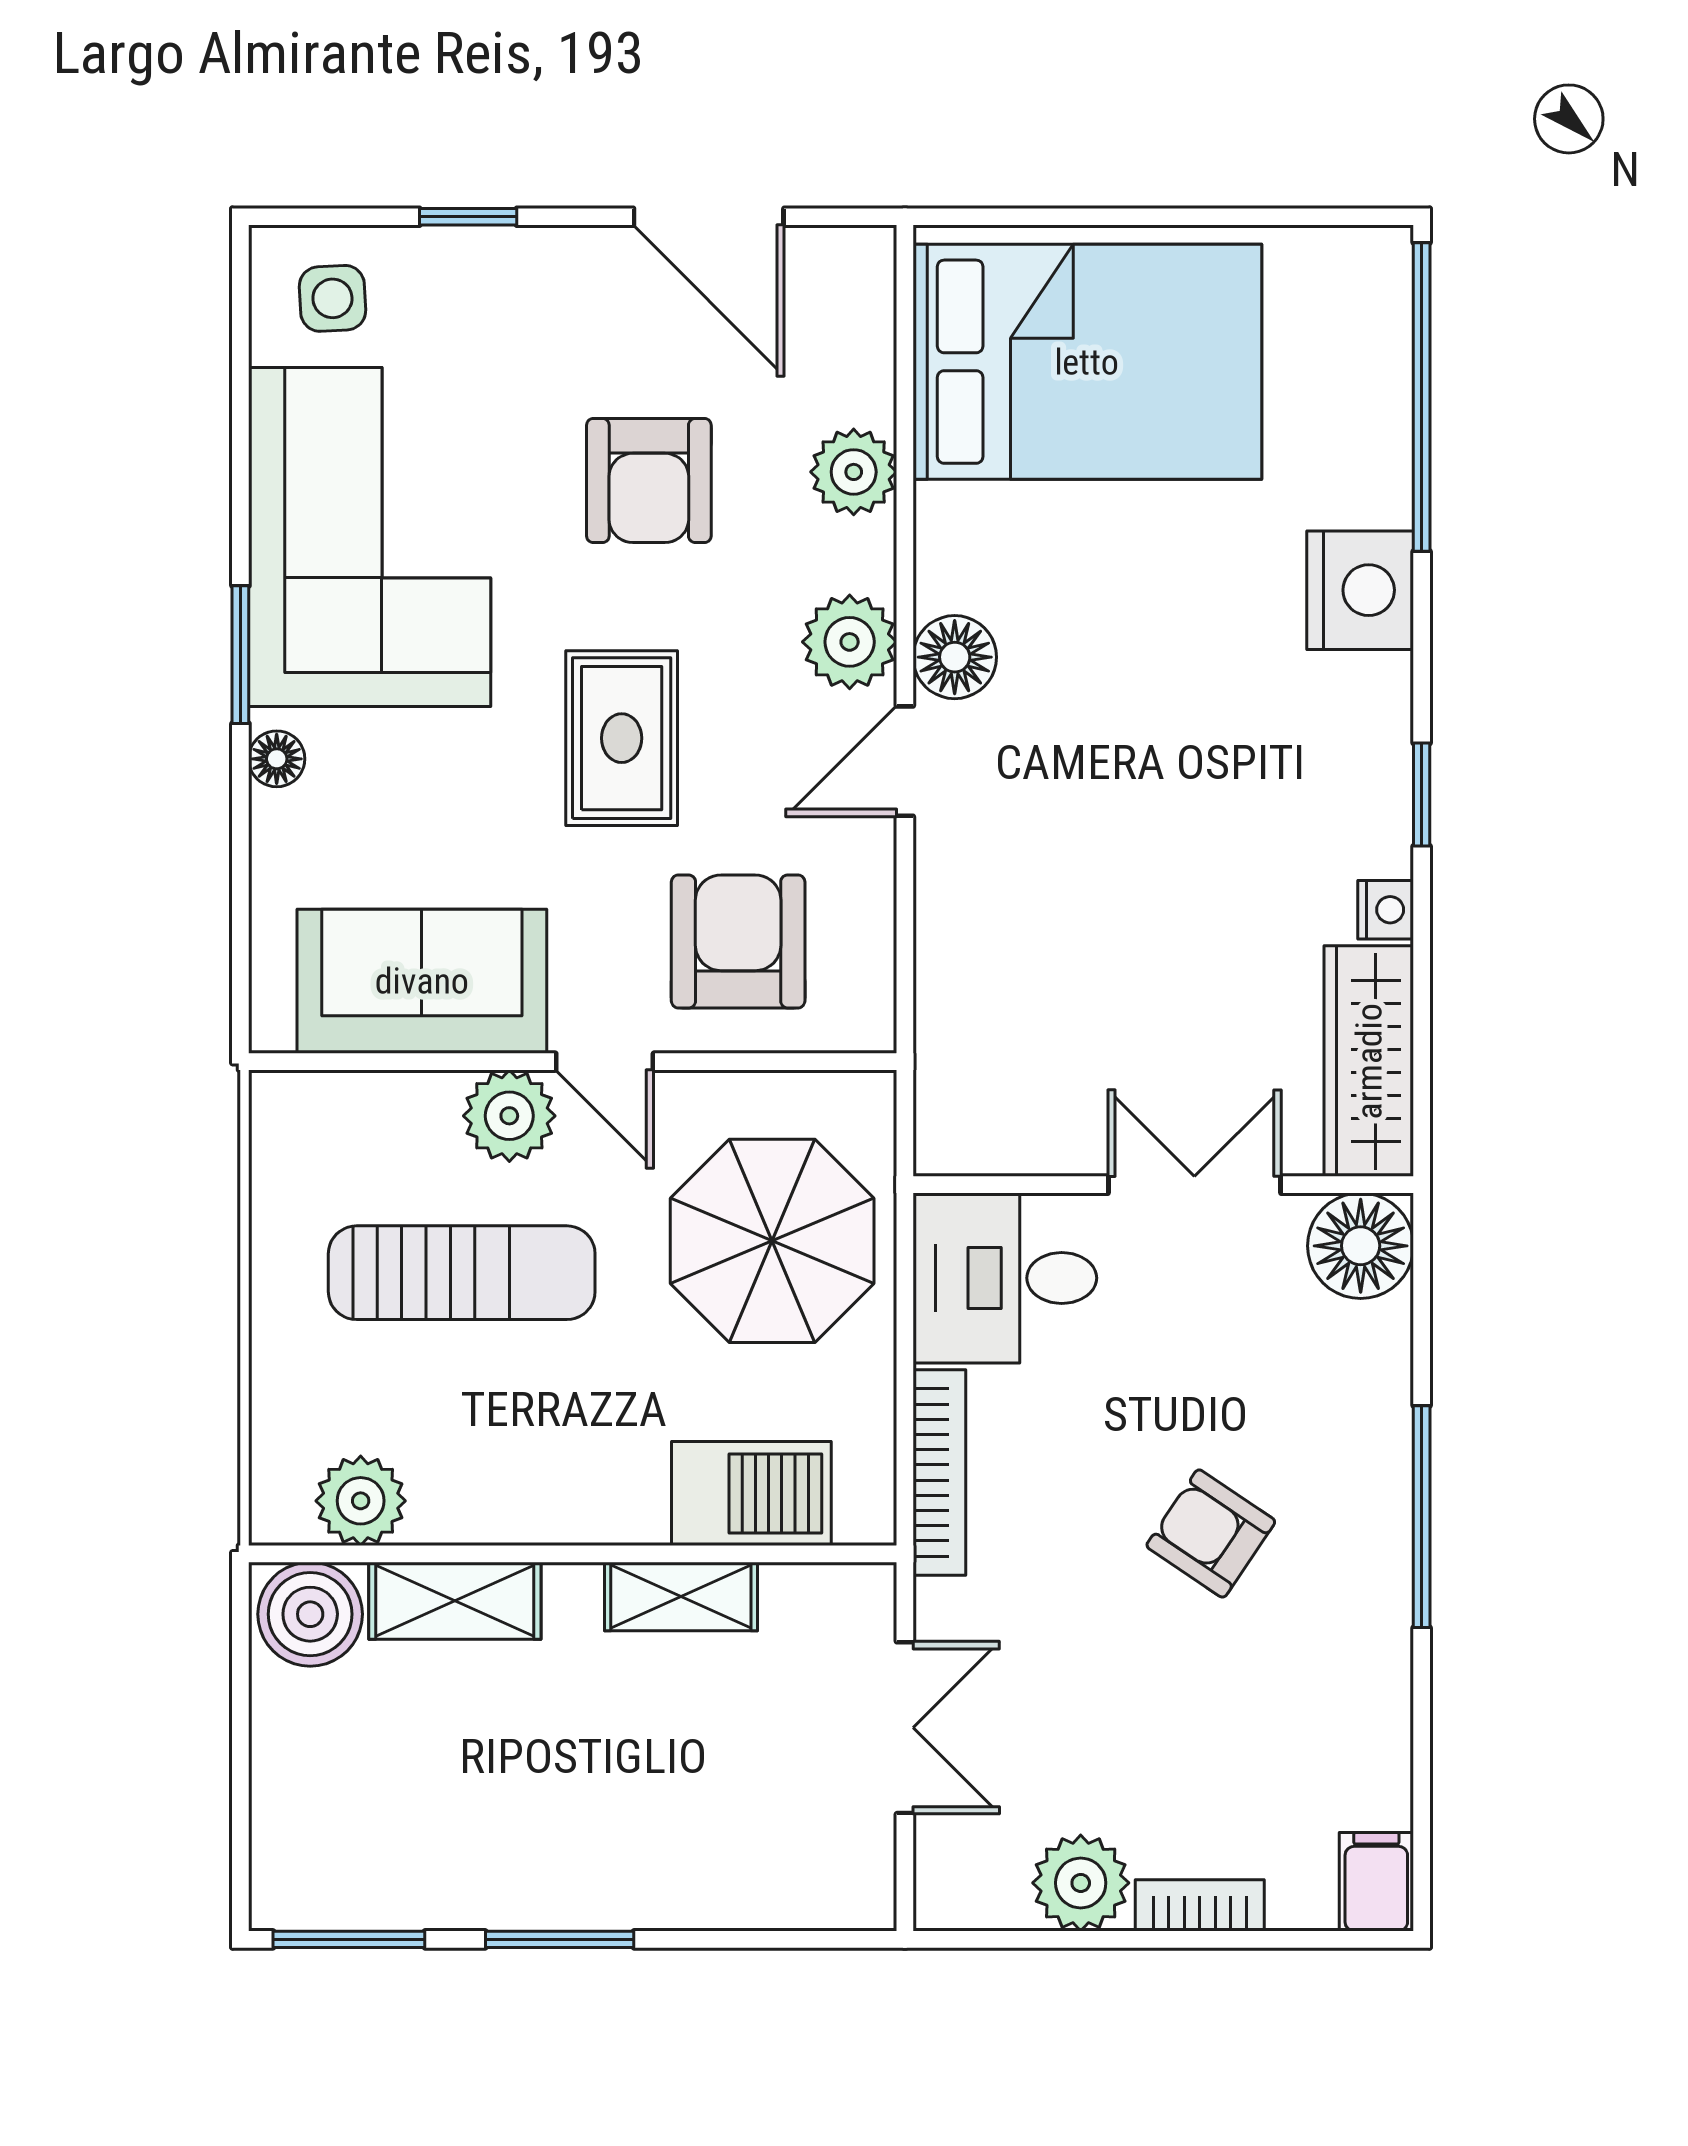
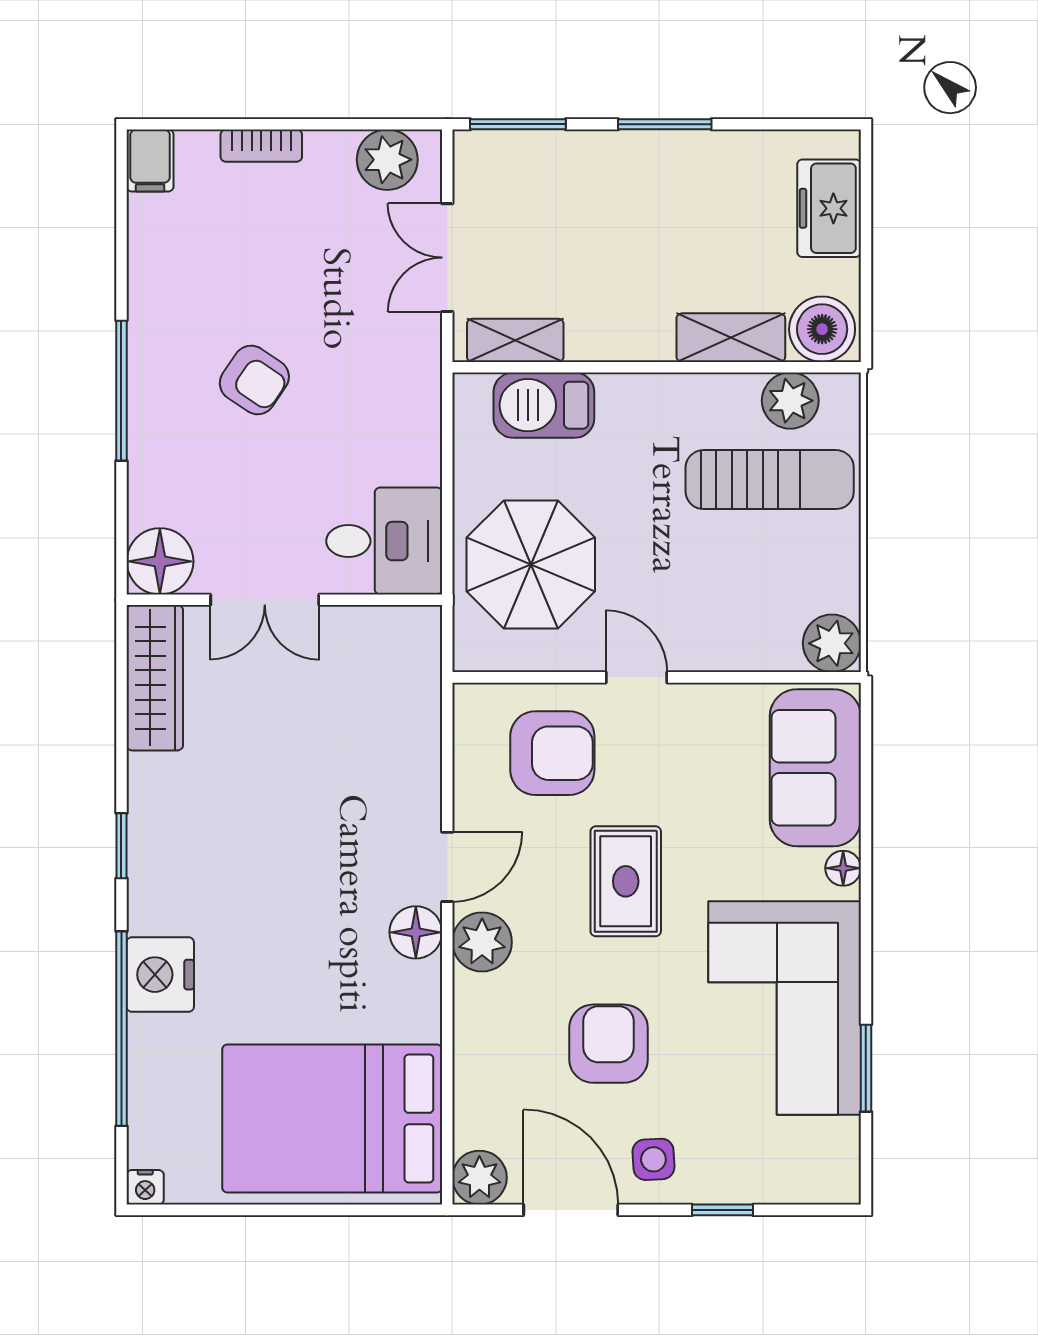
side table: (332, 298) -> (653, 1159), moved
window: (1422, 397) -> (121, 1029), moved
plant: (854, 472) -> (479, 1178), moved
window: (240, 655) -> (866, 1068), moved
nightstand: (1386, 910) -> (145, 1187), moved, turned -90
armchair: (738, 941) -> (552, 753), turned -90
sofa: (422, 981) -> (815, 768), moved, turned 90
plant: (509, 1116) -> (832, 643), moved
sun lounger: (462, 1273) -> (770, 480), moved, turned 180
bookcase: (939, 1473) -> (425, 418), removed
shelving: (681, 1596) -> (515, 340), moved
freezer: (299, 1806) -> (829, 208), added
plant: (1081, 1883) -> (387, 160), moved
window: (349, 1939) -> (518, 124), moved

